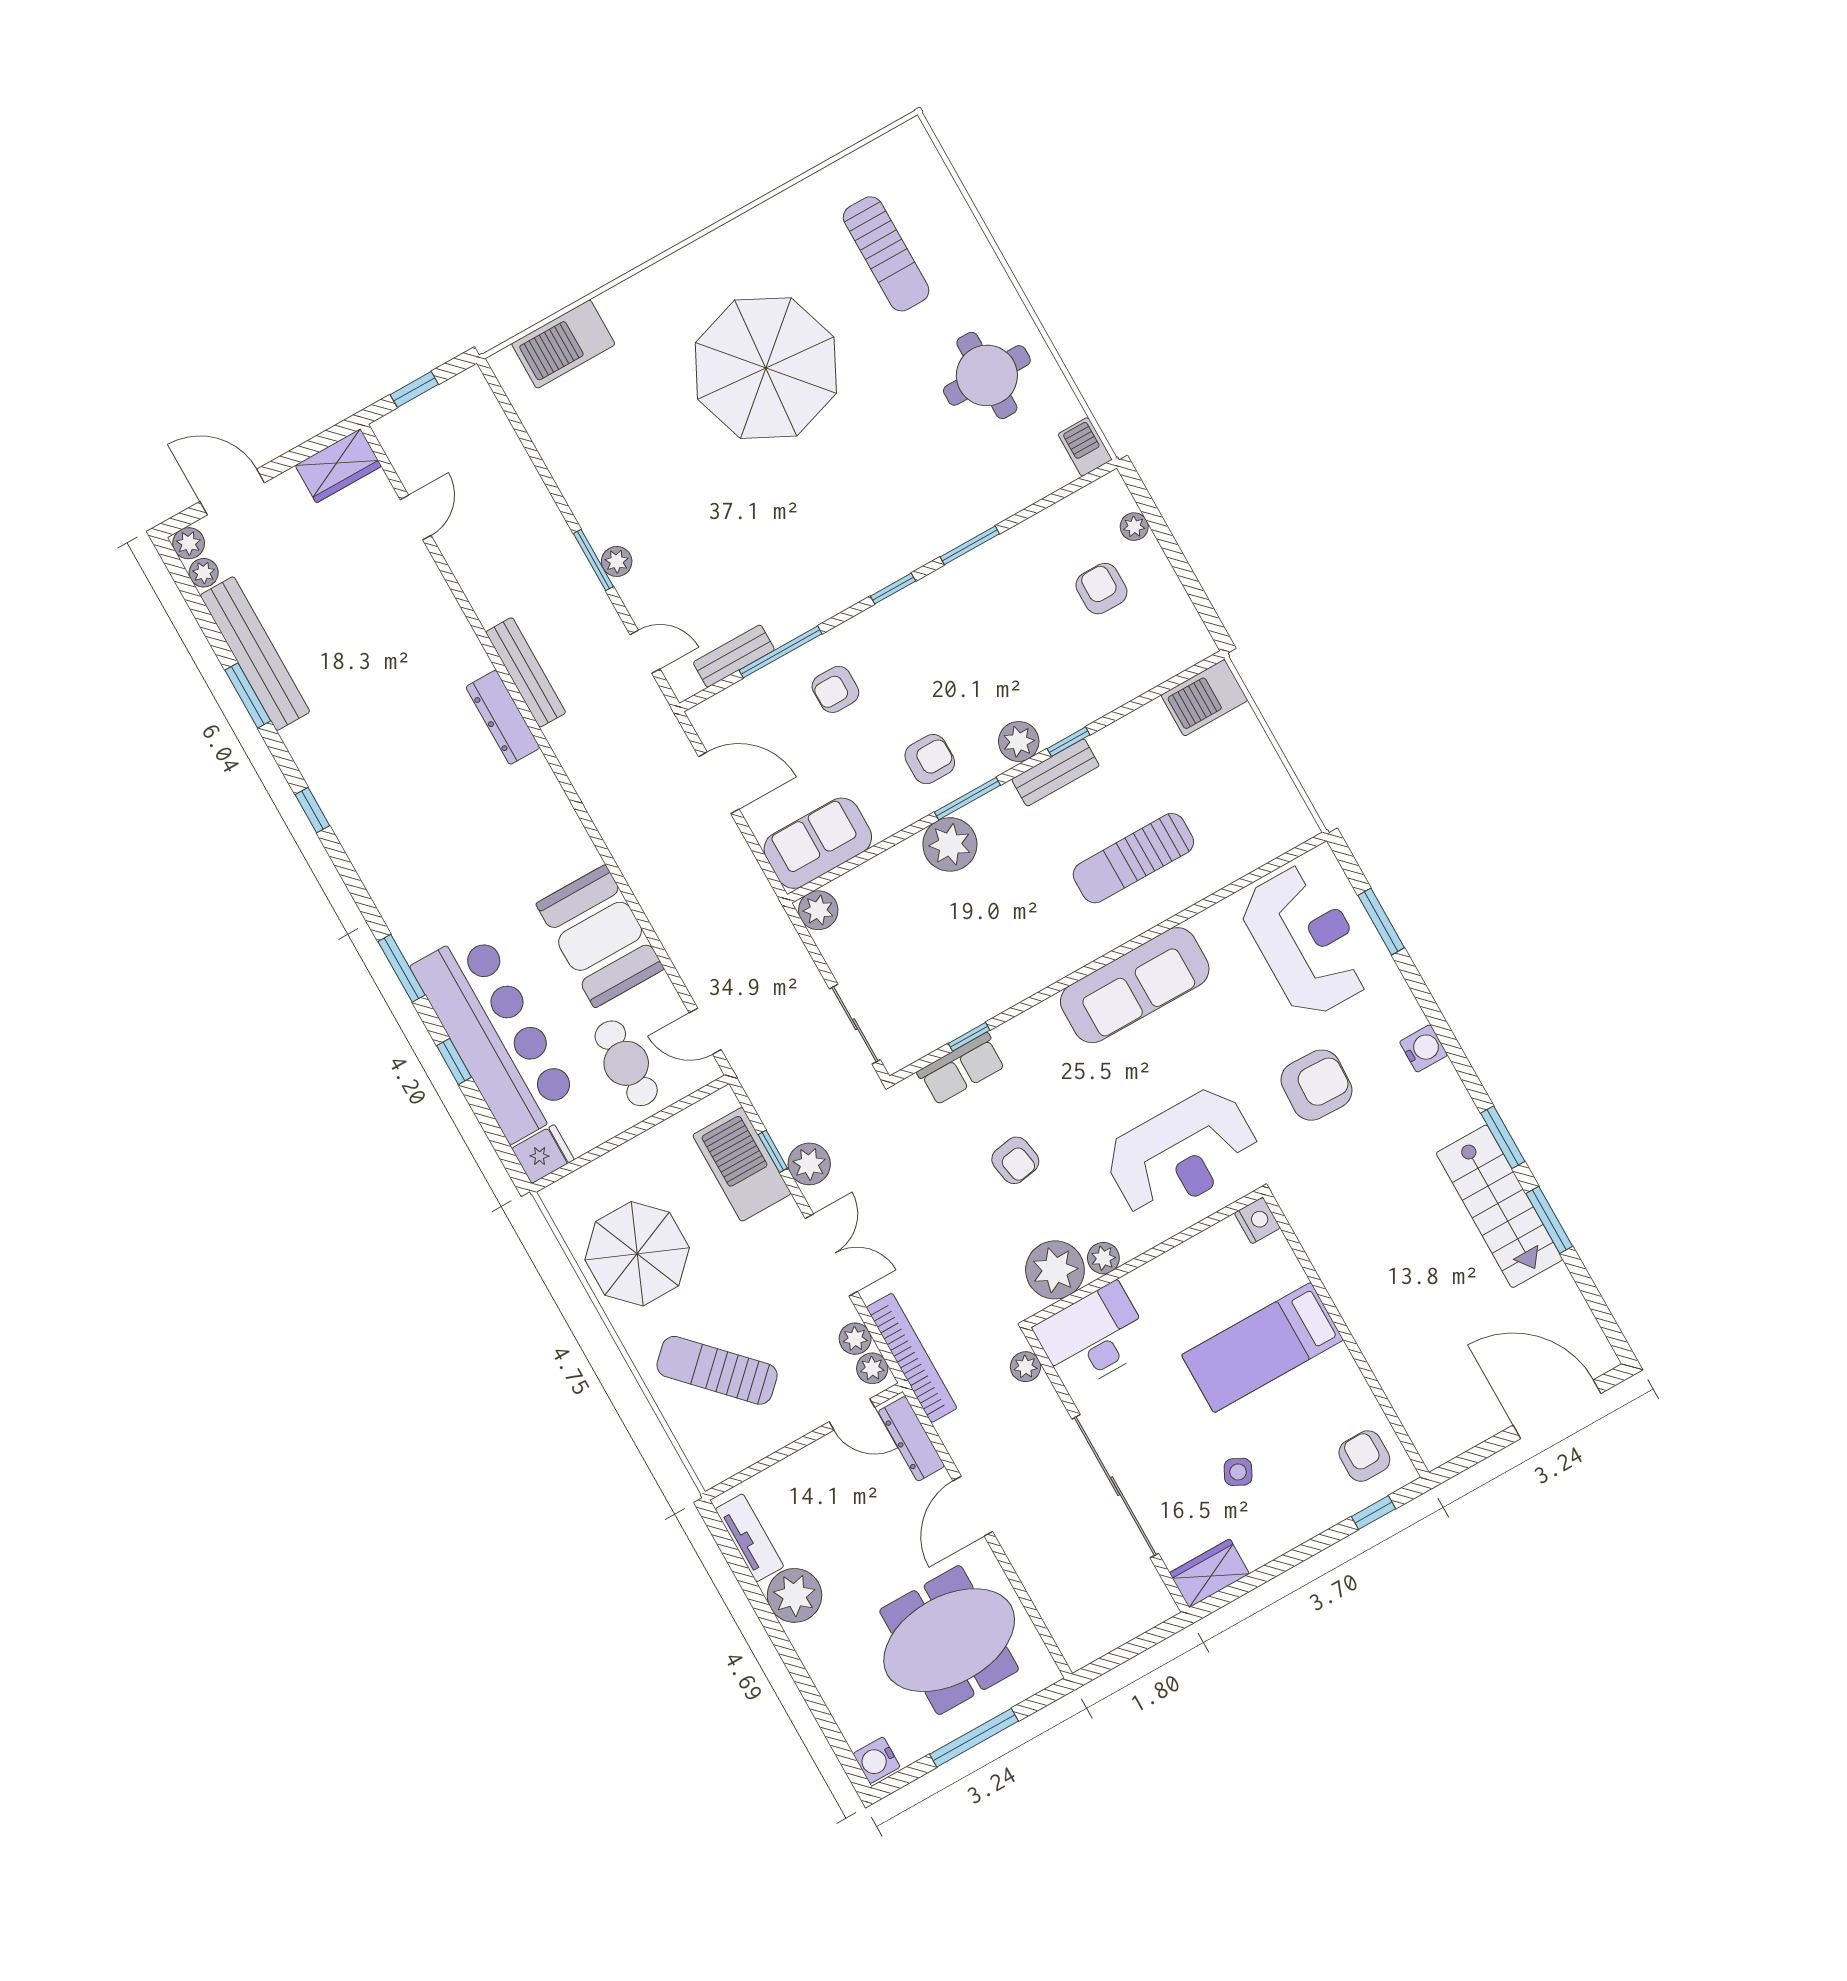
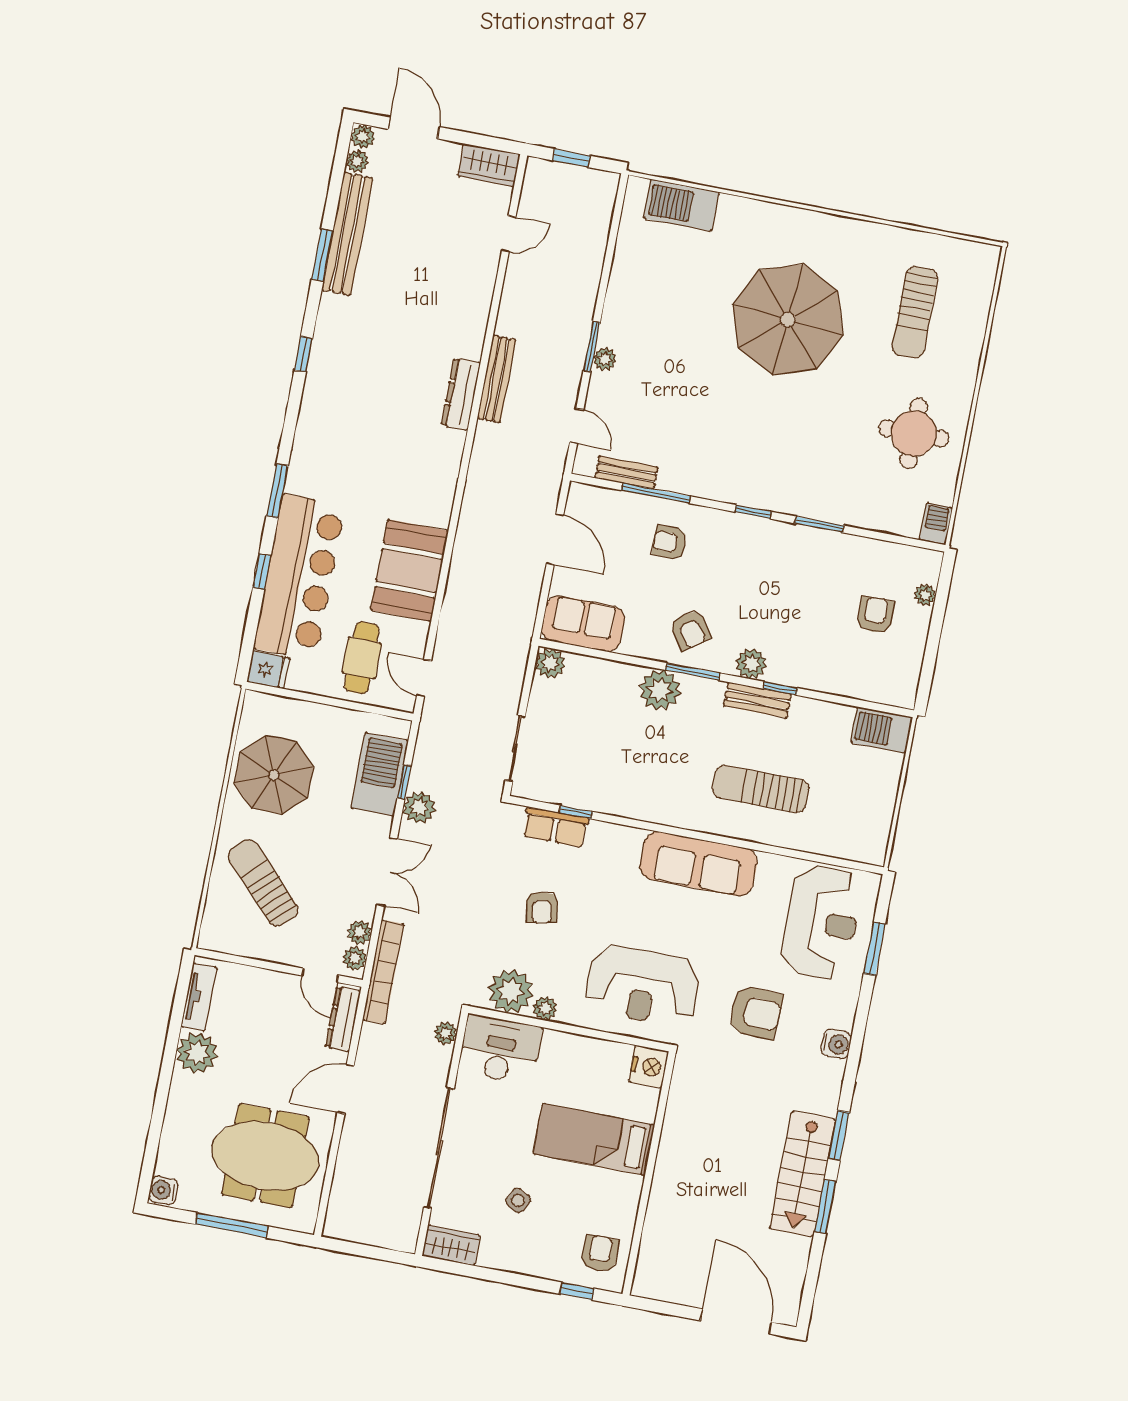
armchair: (930, 759) -> (690, 630), turned 54
nightstand: (1257, 1221) -> (649, 1067), width x1.36, depth x1.33

